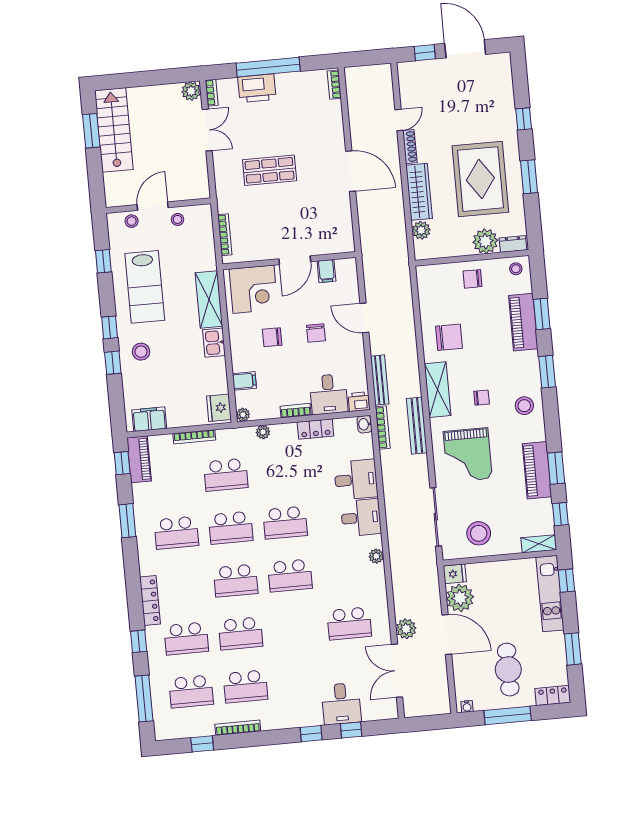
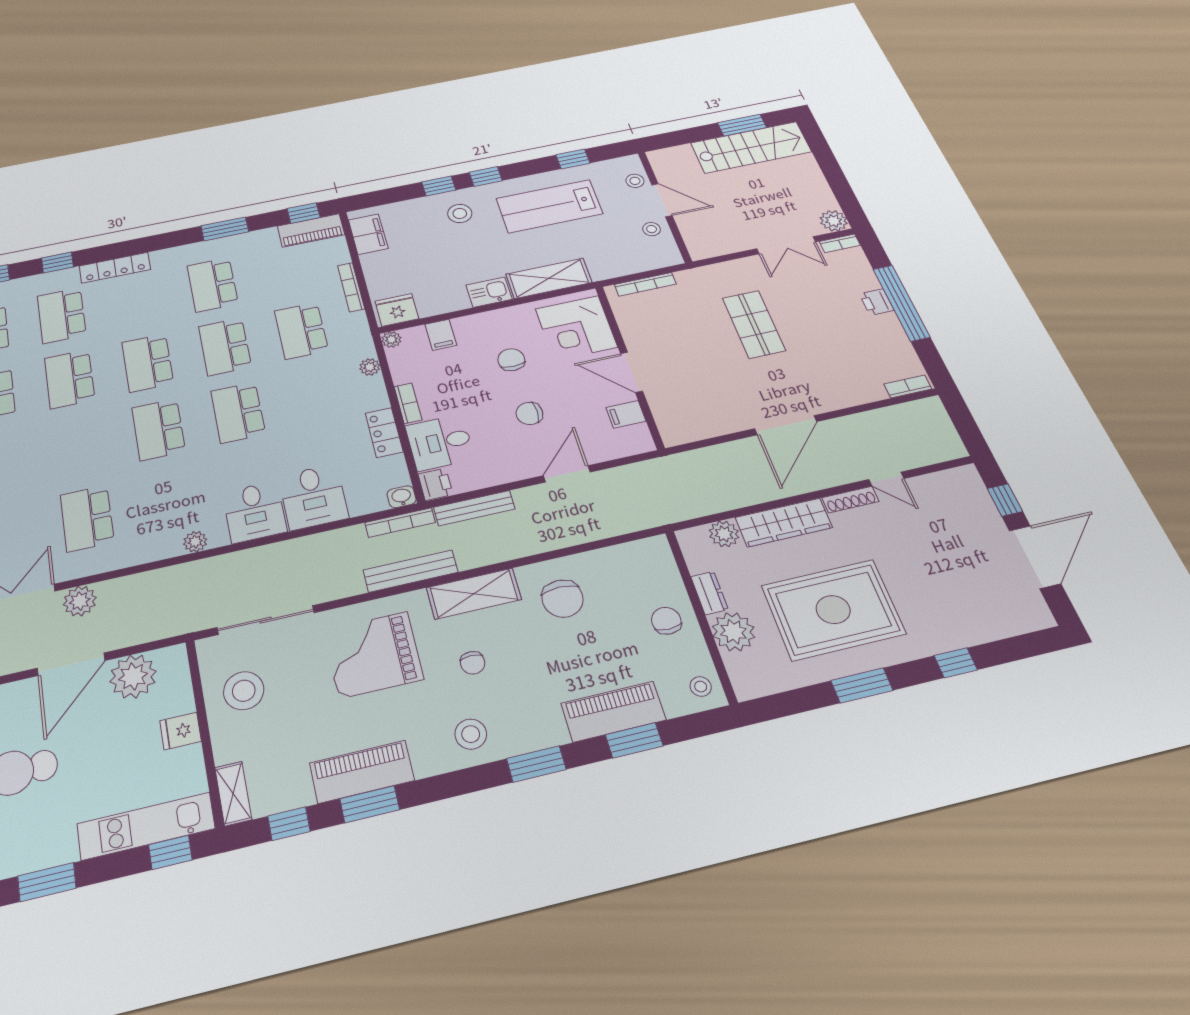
printer: (257, 88) -> (877, 302), width x0.53, depth x0.68
dresser: (513, 244) -> (709, 593), moved
fridge: (455, 574) -> (181, 731), moved, turned 90

